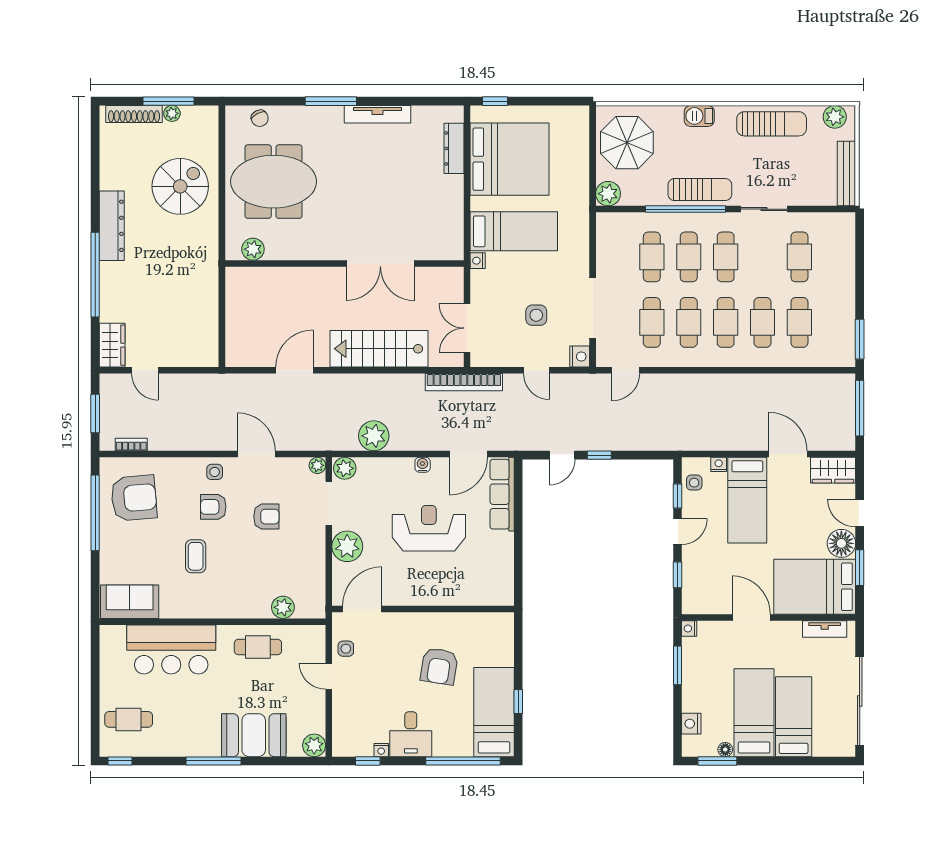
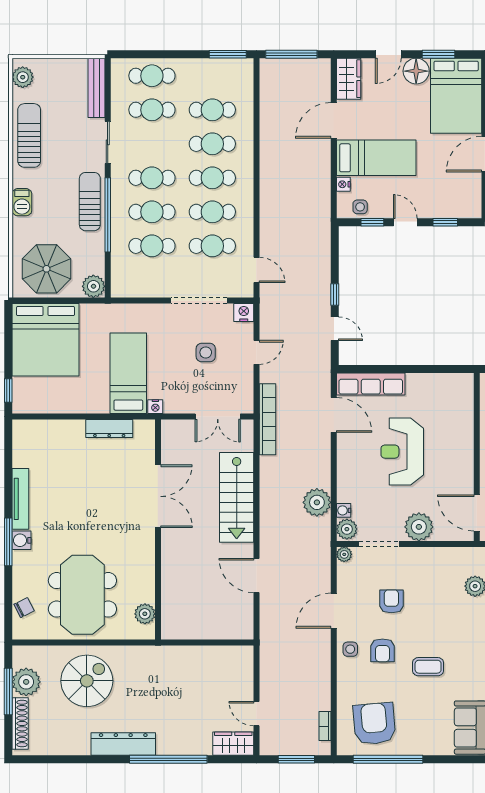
plant: (172, 113) -> (26, 682), width x1.88, depth x1.88
water cooler: (333, 115) -> (21, 540), added
dresser: (454, 148) -> (109, 428), moved
bed: (509, 159) -> (46, 340), moved, turned 180
bench: (846, 174) -> (96, 88), moved, turned 90
spiral stairs: (180, 186) -> (87, 681), turned 90
cafe table: (836, 257) -> (152, 76), added
door: (145, 370) -> (256, 714), swing flipped
water cooler: (423, 465) -> (344, 510), moved

